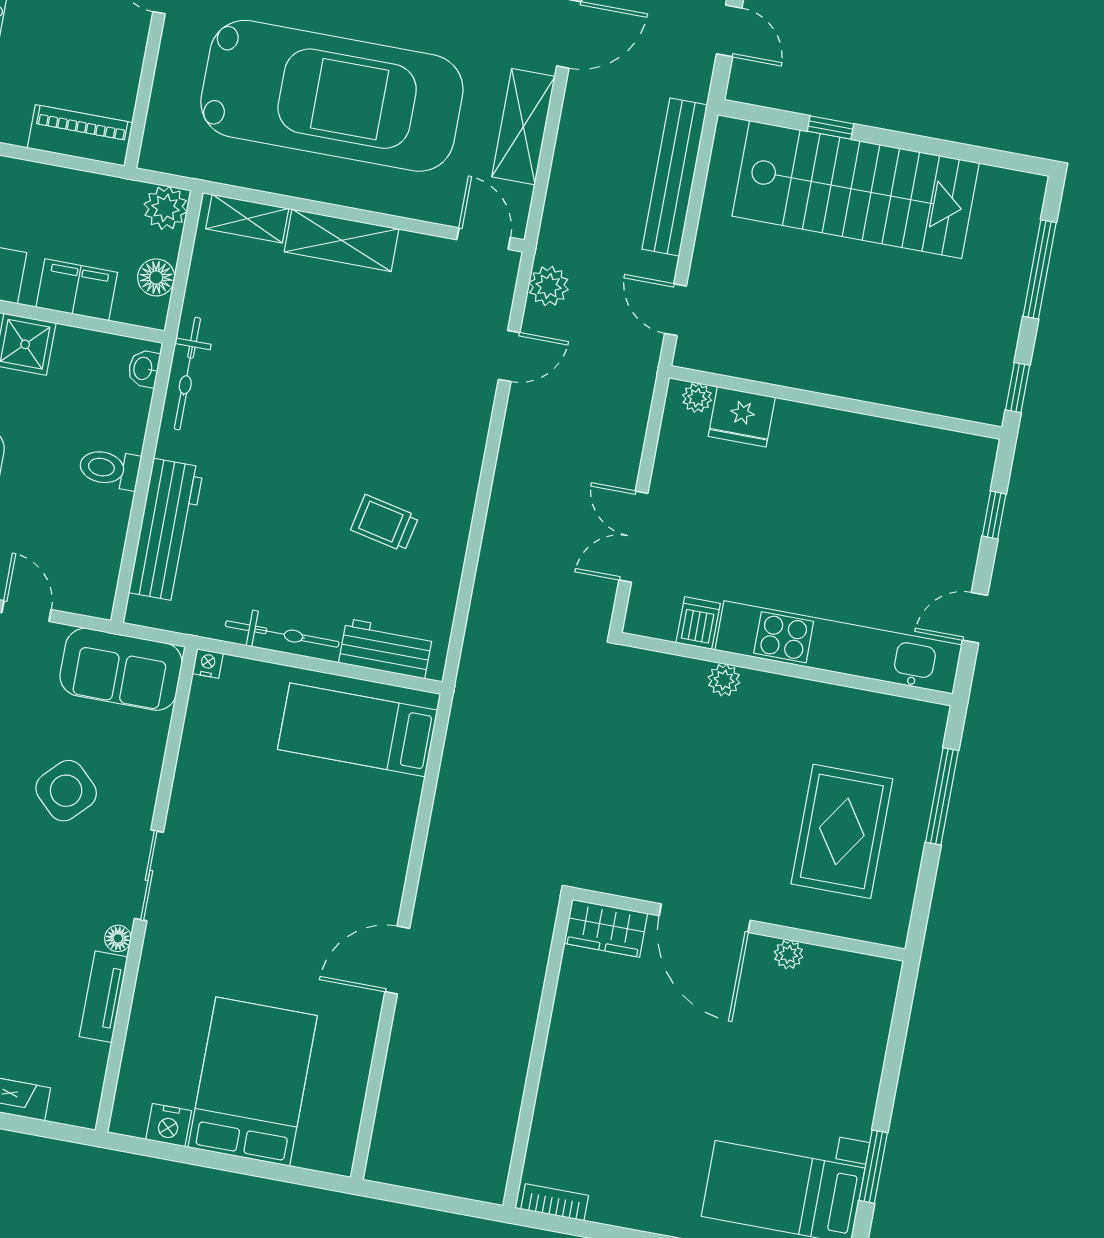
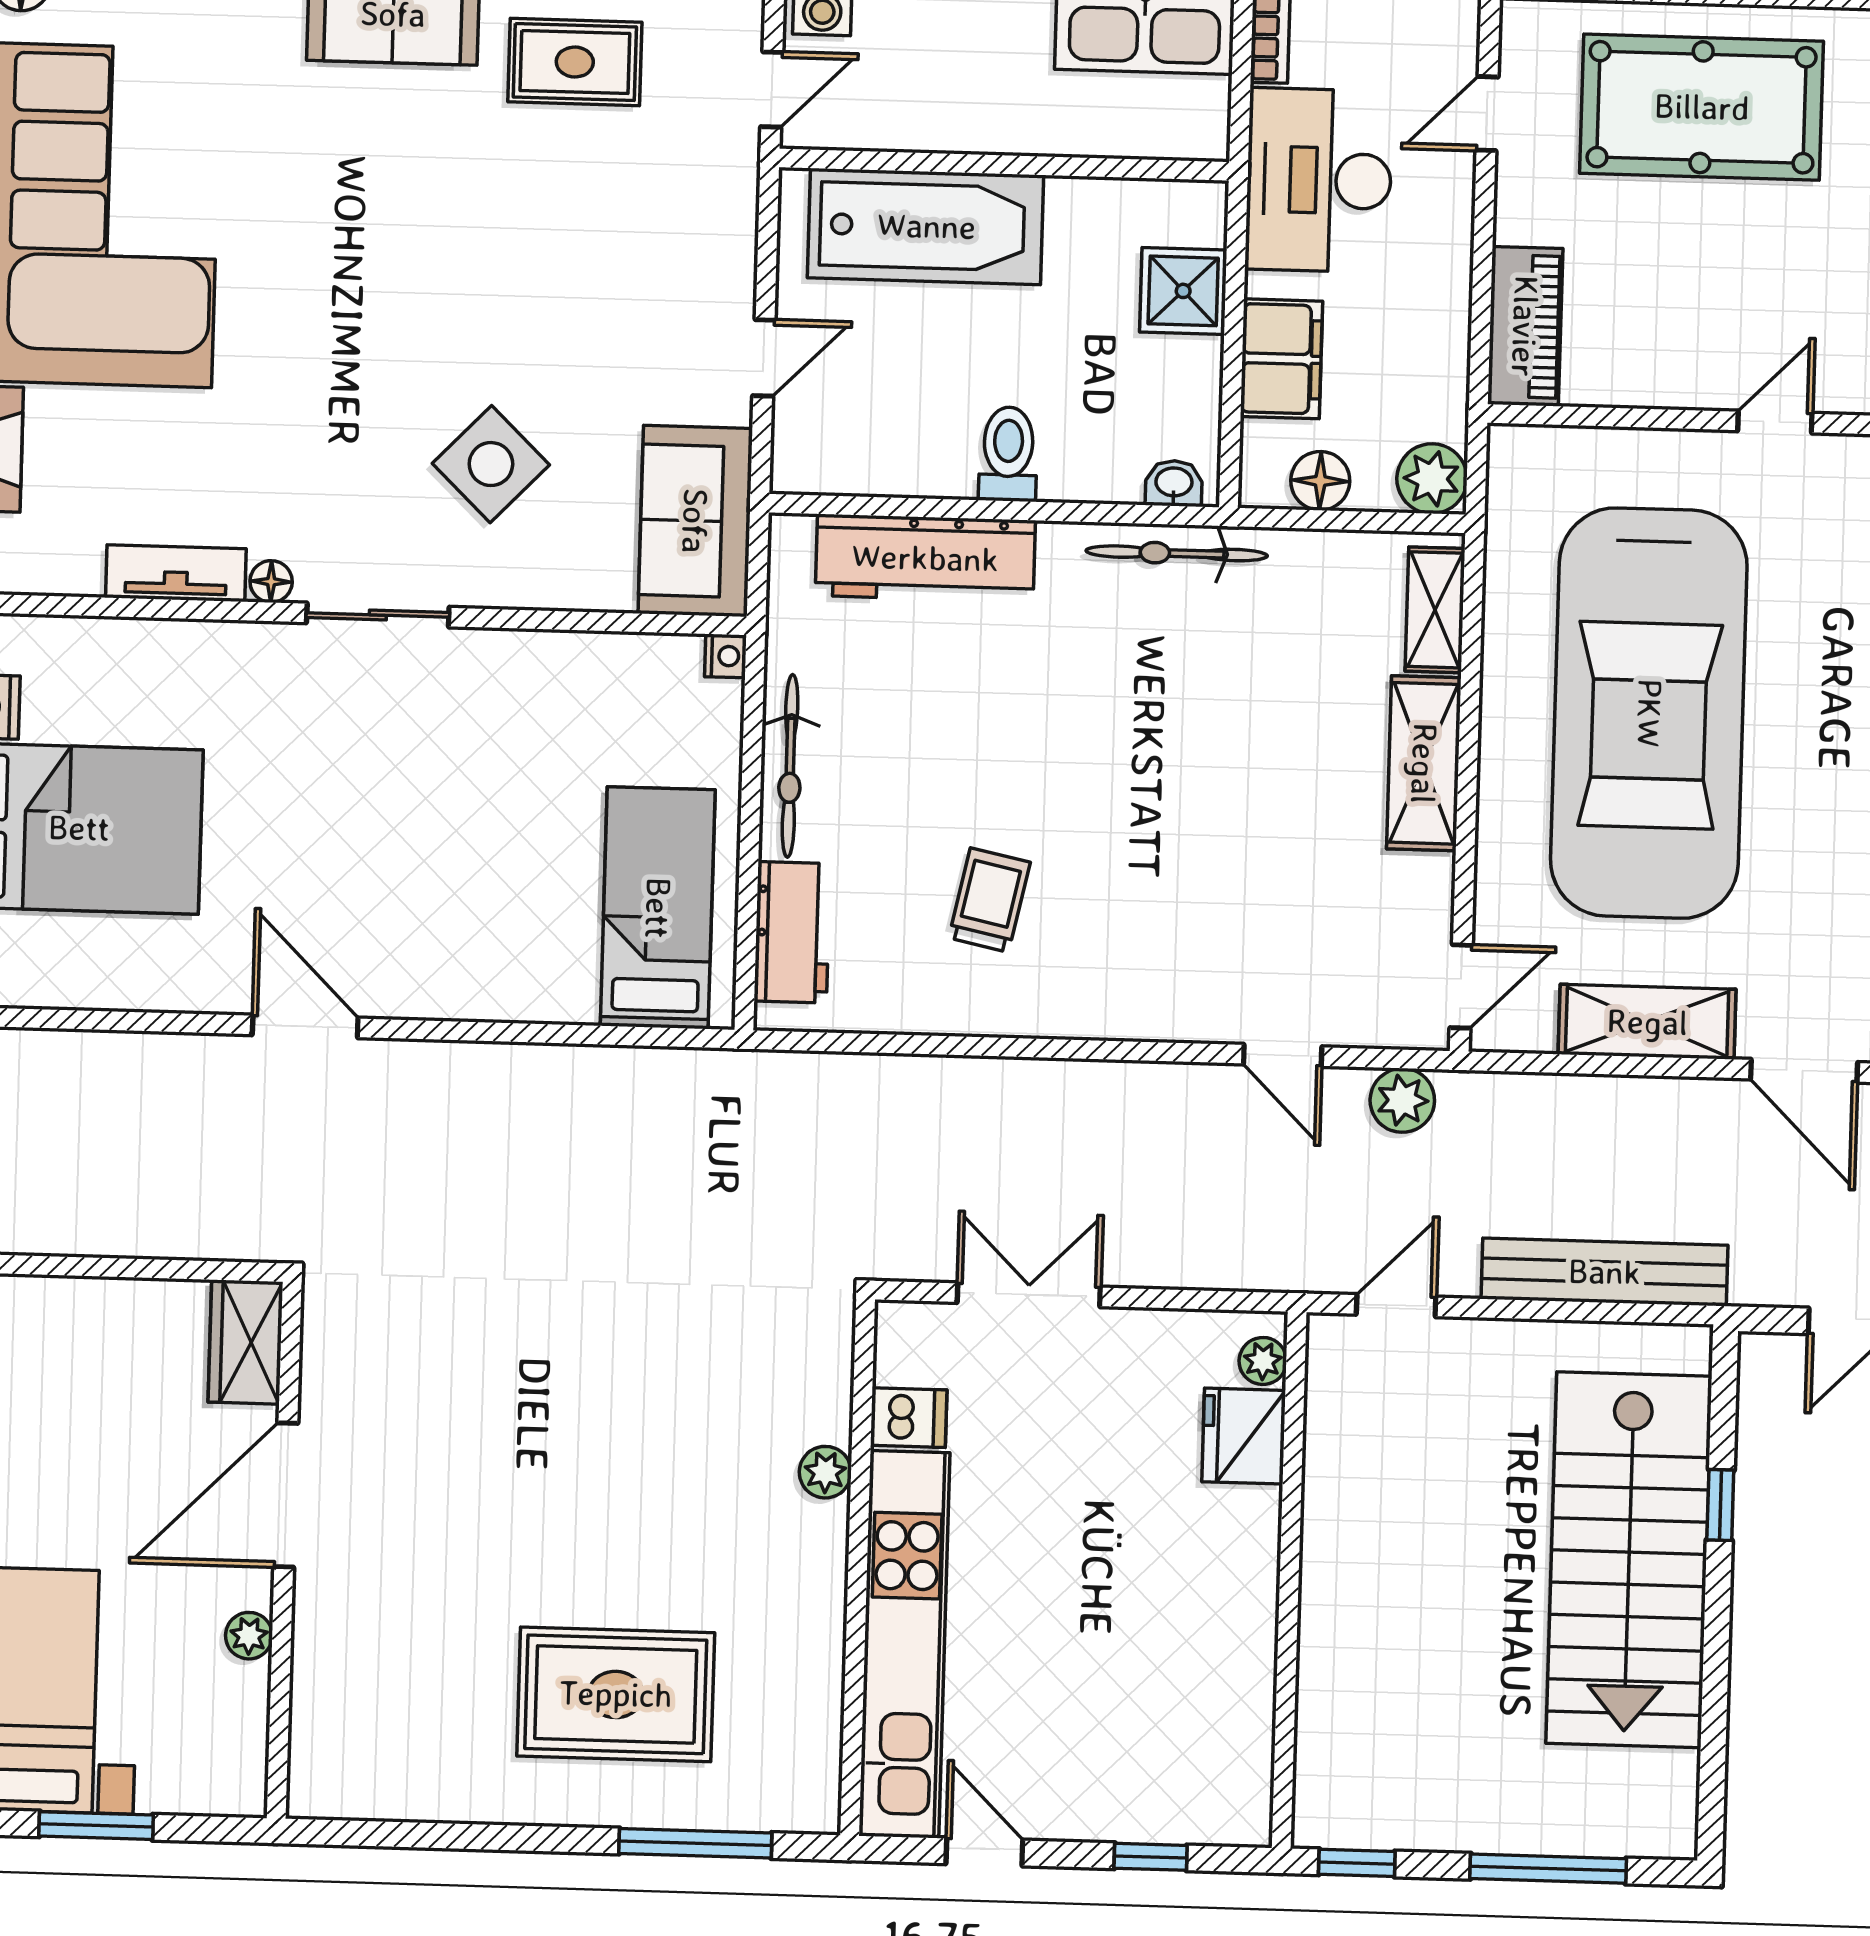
door: (705, 918) -> (286, 1495), moved
wall: (739, 924) -> (284, 1550), moved
wardrobe: (606, 928) -> (246, 1342), moved
plant: (788, 954) -> (249, 1636), moved

